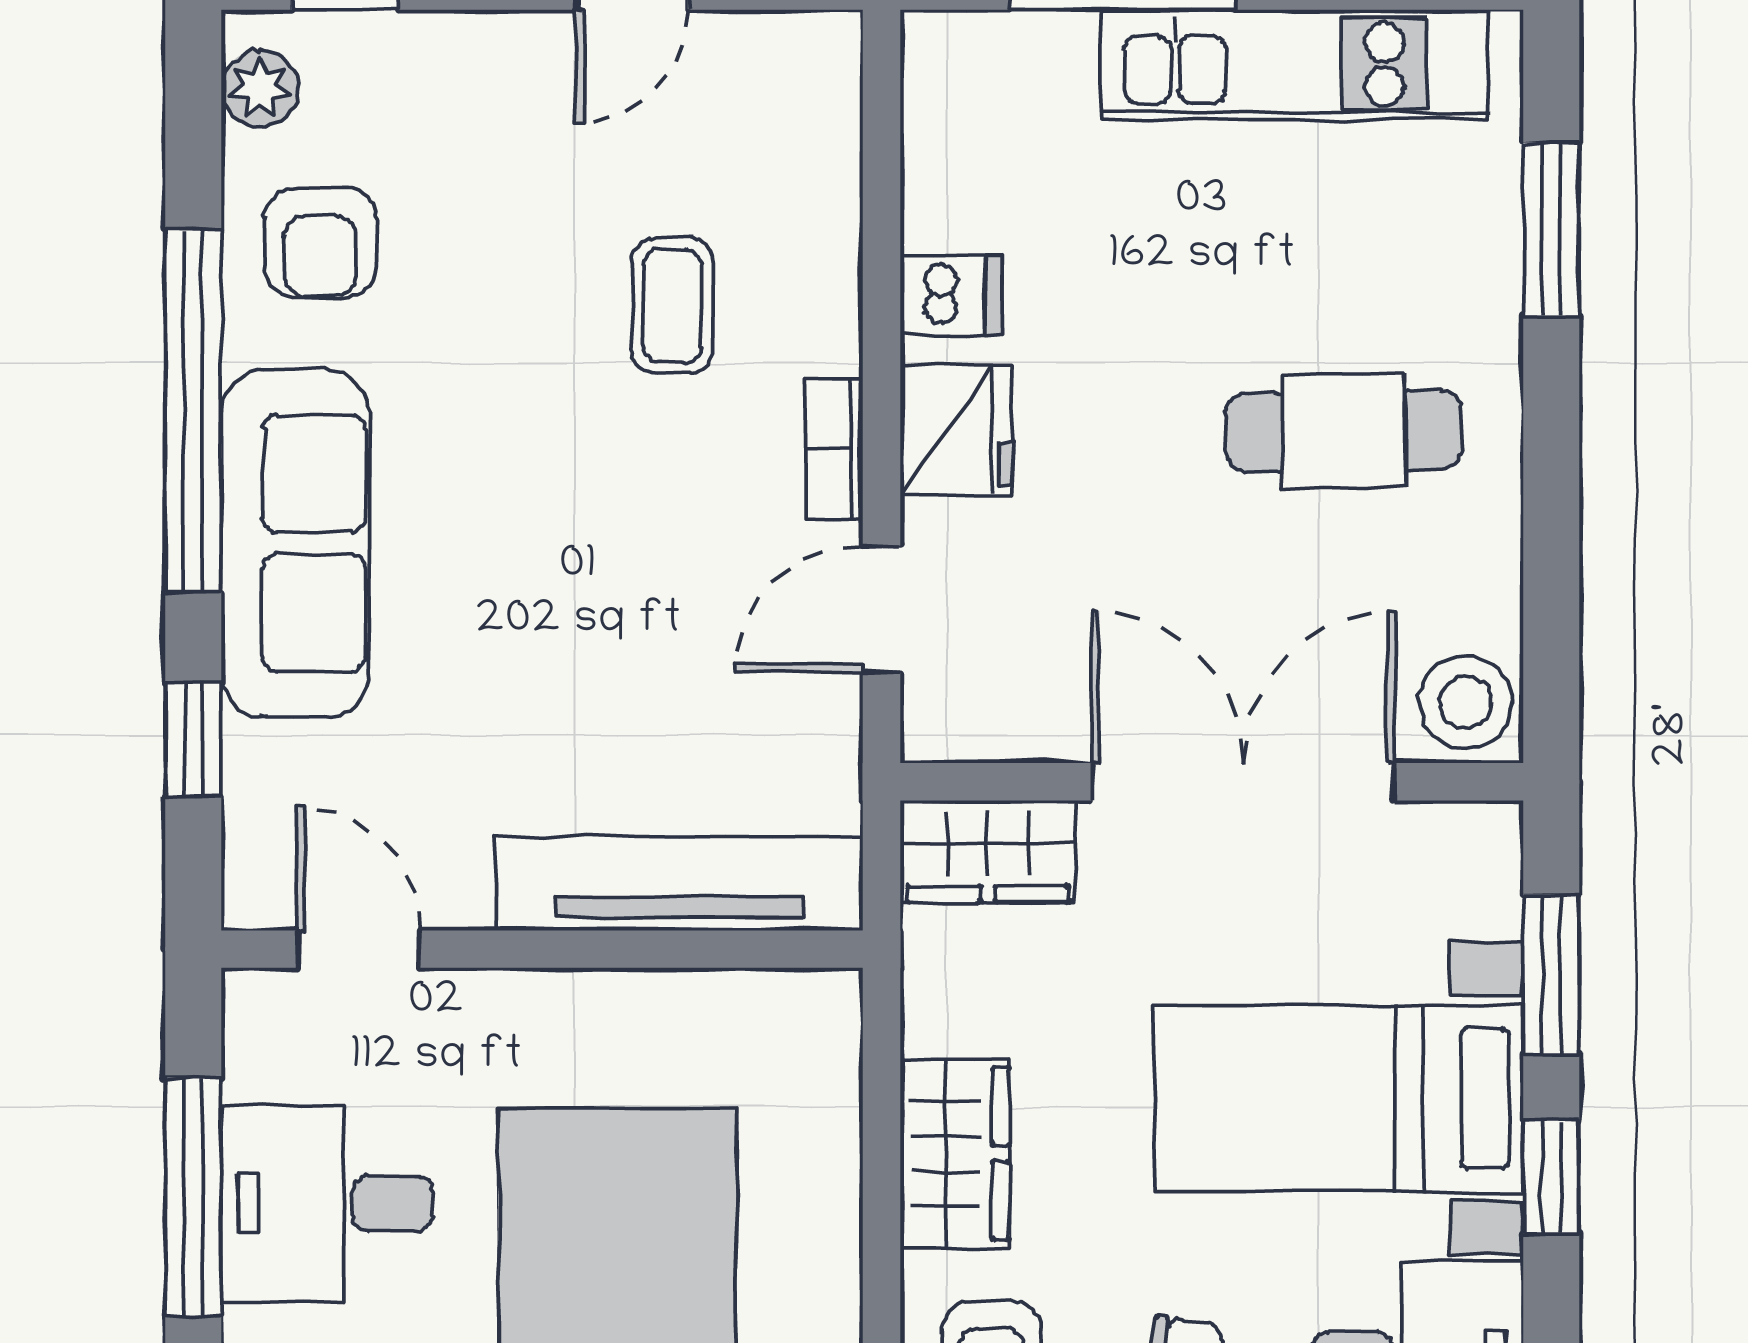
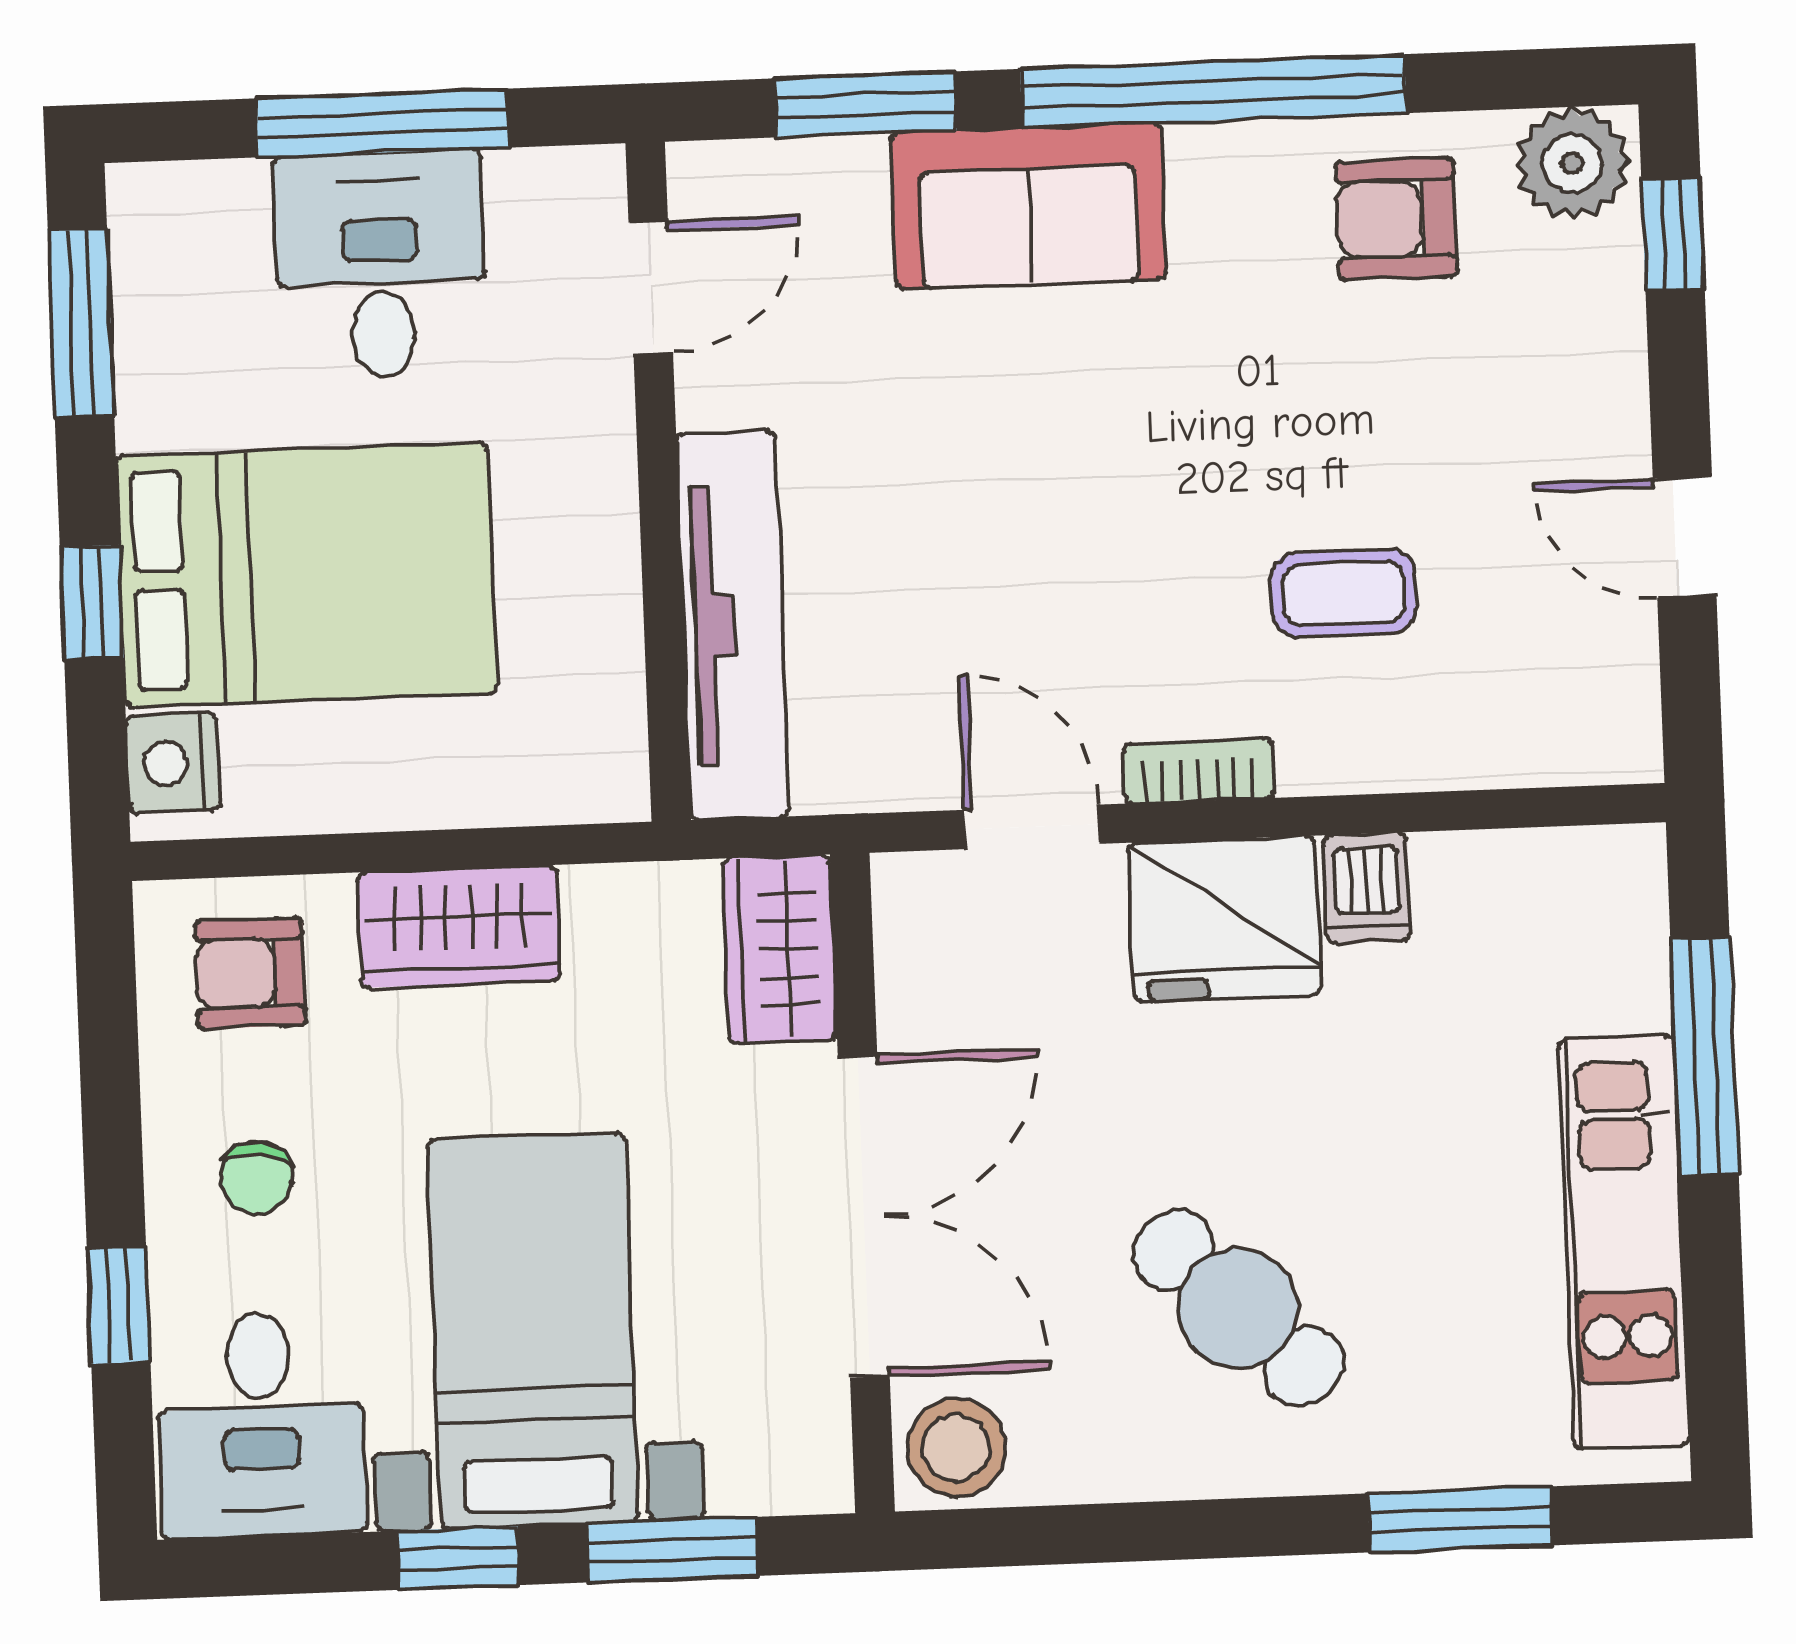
plant: (260, 89) -> (1572, 163), width x1.38, depth x1.38
fridge: (956, 430) -> (1224, 919), width x1.36, depth x1.34
cafe table: (1344, 431) -> (1238, 1308), turned -45
sofa: (295, 543) -> (1029, 206), width x0.73
window: (193, 740) -> (866, 104), width x1.50

